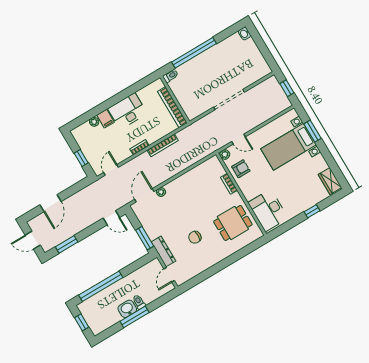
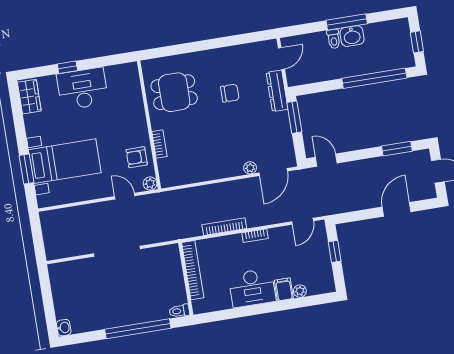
window: (287, 88) -> (37, 236), removed
desk: (268, 210) -> (82, 89), moved, turned -90

